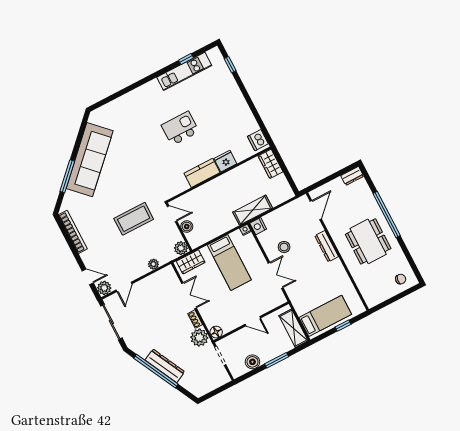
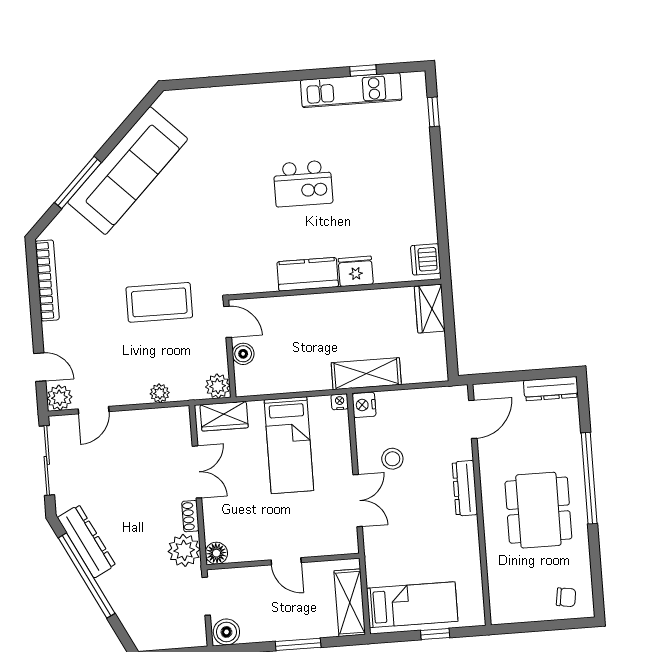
kitchen island: (180, 128) -> (303, 184), turned 180
dresser: (352, 176) -> (551, 389), width x1.44
boiler: (252, 362) -> (226, 632), moved
dresser: (165, 366) -> (86, 541), moved

